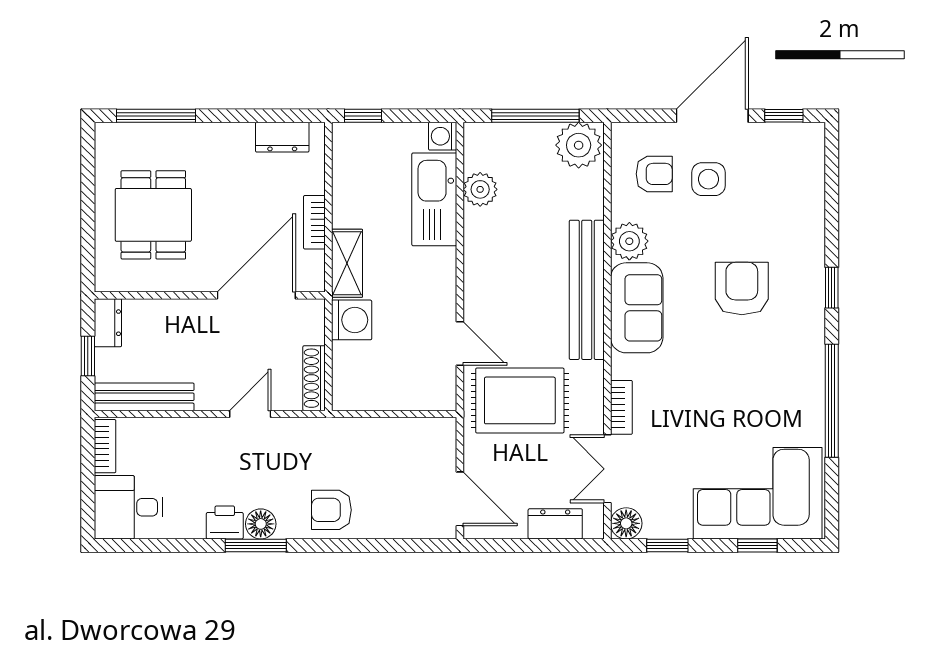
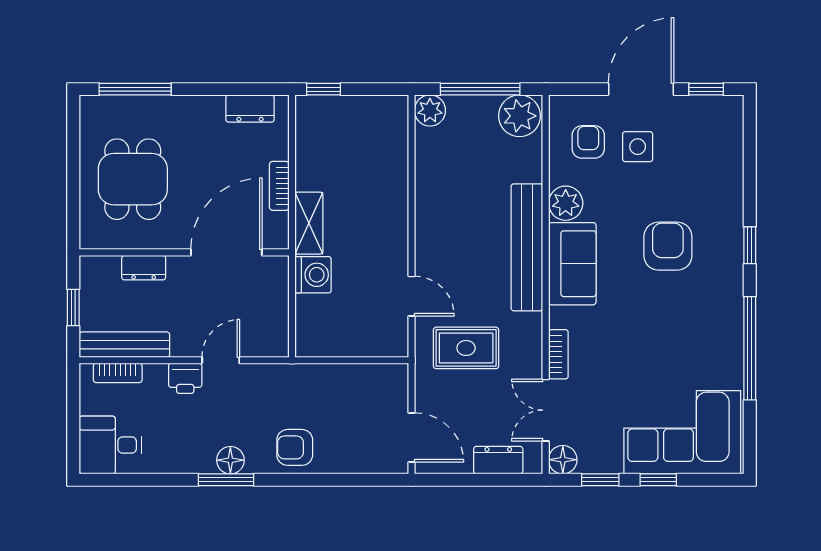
washing machine: (443, 136) -> (396, 108), removed
armchair: (654, 174) -> (588, 142), turned -90
plant: (480, 189) -> (430, 110), moved
kitchen sink: (434, 199) -> (388, 165), removed
dresser: (108, 323) -> (144, 268), moved, turned 90
shoe rack: (314, 378) -> (279, 328), removed
rug: (520, 400) -> (466, 348), width x0.73, depth x0.70
bookcase: (105, 446) -> (118, 373), moved, turned 90
printer: (225, 522) -> (185, 378), moved, turned 180
window: (757, 545) -> (658, 480), moved

